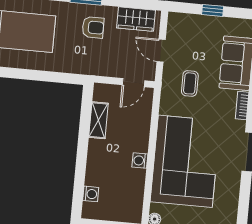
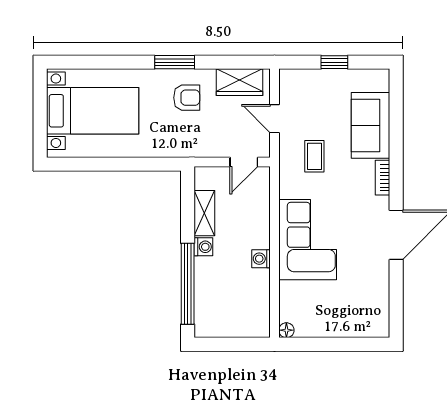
corner sofa: (185, 161) -> (308, 240), width x0.73, depth x0.74
window: (80, 175) -> (188, 284), added
washing machine: (91, 194) -> (203, 247), moved

